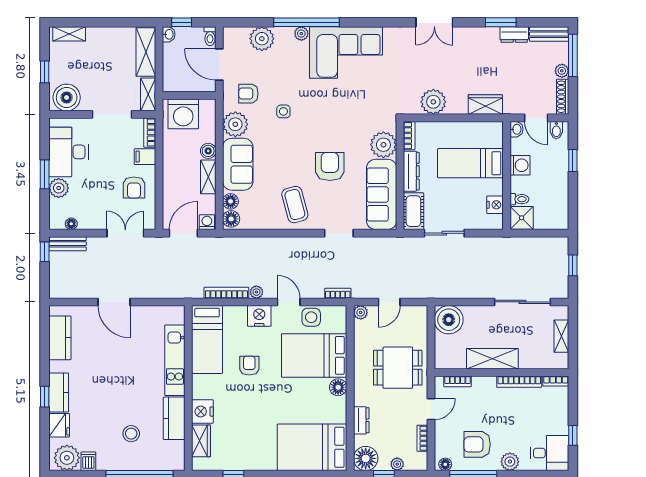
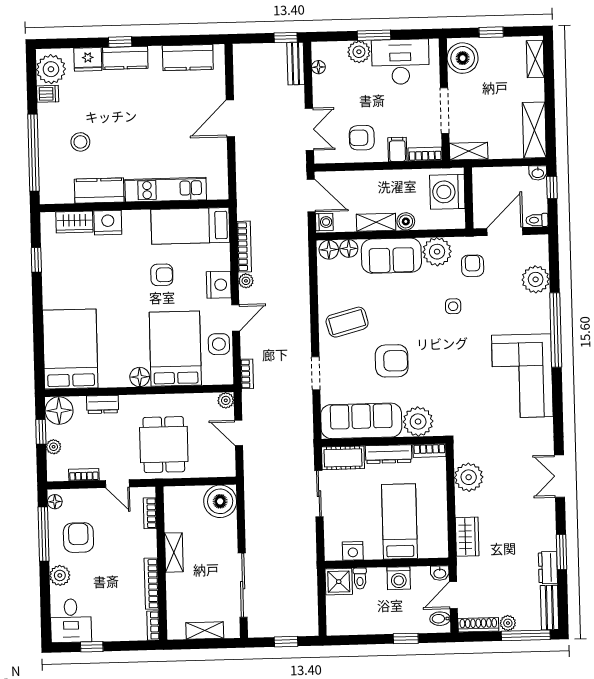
plant: (301, 34) -> (543, 324), removed
shelving: (146, 52) -> (534, 130), moved, turned 90
shelving: (492, 359) -> (174, 552), width x0.67, depth x0.75

